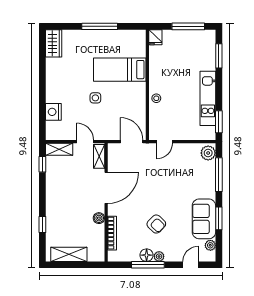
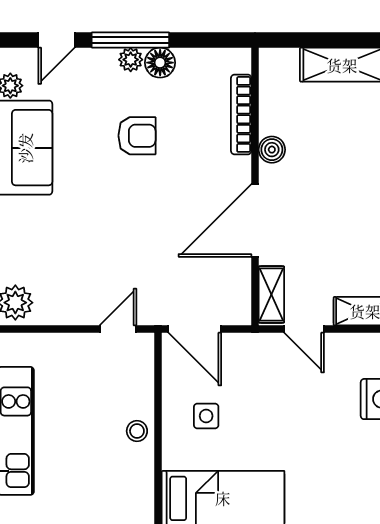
side table: (95, 98) -> (206, 416), moved
armchair: (156, 224) -> (137, 136), turned 136
window: (148, 265) -> (130, 40), moved

